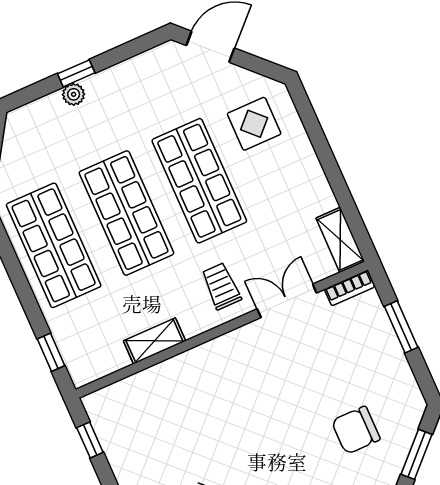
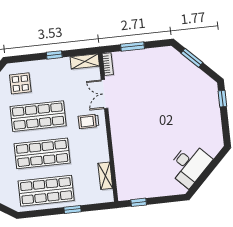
window: (333, 174) -> (54, 55), added
shelving: (154, 341) -> (105, 176), moved
window: (51, 352) -> (73, 209), moved
chair: (356, 430) -> (172, 82), removed

